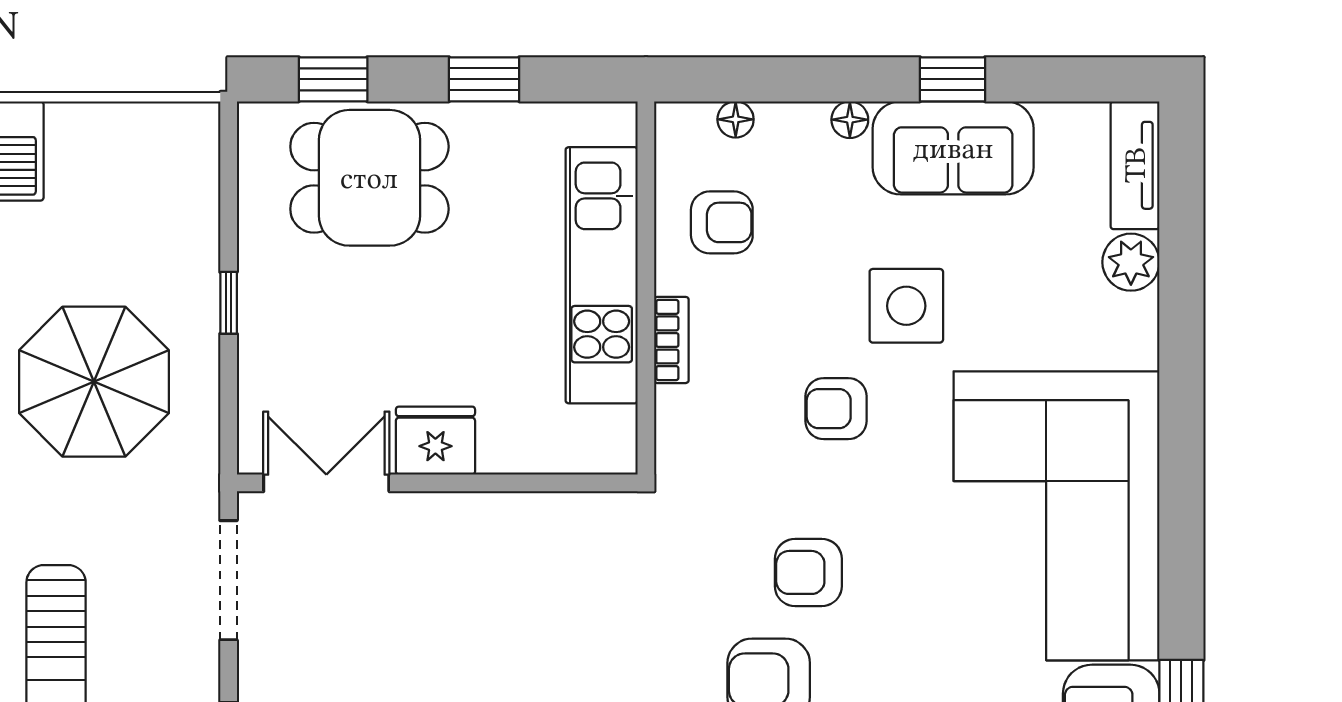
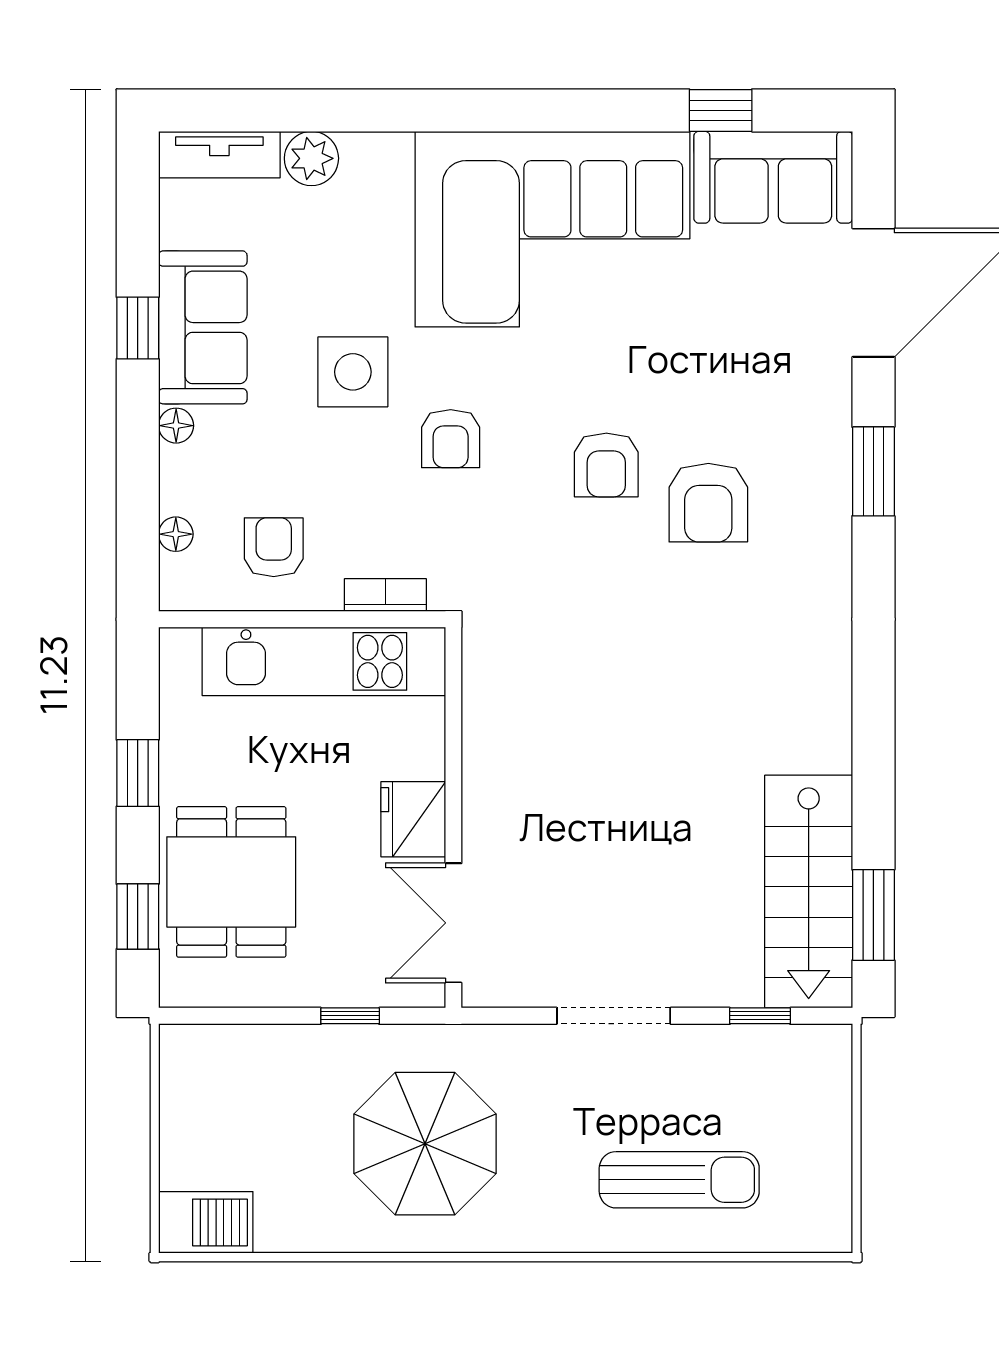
fridge: (435, 441) -> (413, 819), moved
double door: (326, 483) -> (453, 923), moved
wall: (437, 483) -> (453, 818), moved

